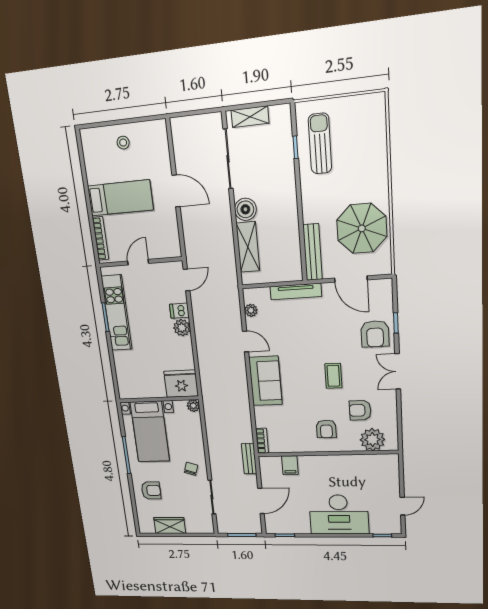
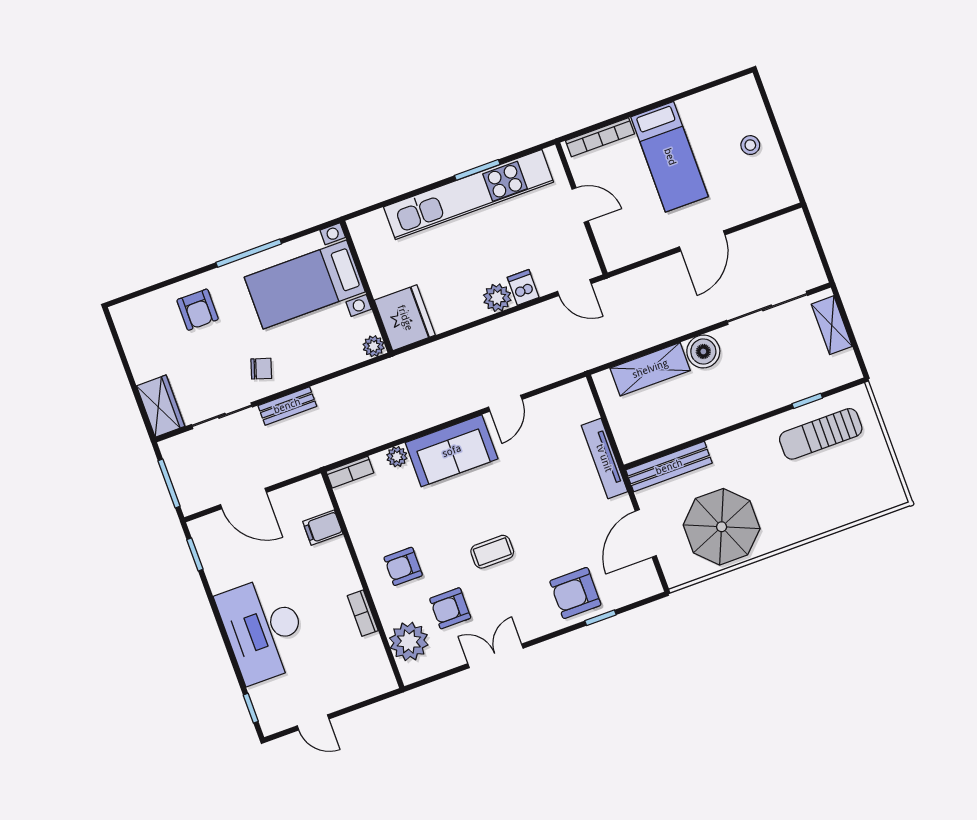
sun lounger: (320, 144) -> (821, 434), turned 180
plant: (251, 310) -> (397, 457), moved
kitchen unit: (117, 313) -> (469, 194), width x1.36
double door: (398, 371) -> (495, 656), moved
armchair: (360, 410) -> (450, 608), turned -90
bench: (249, 459) -> (287, 406), moved
bookcase: (347, 460) -> (363, 613), added
wardrobe: (170, 525) -> (161, 406), moved

